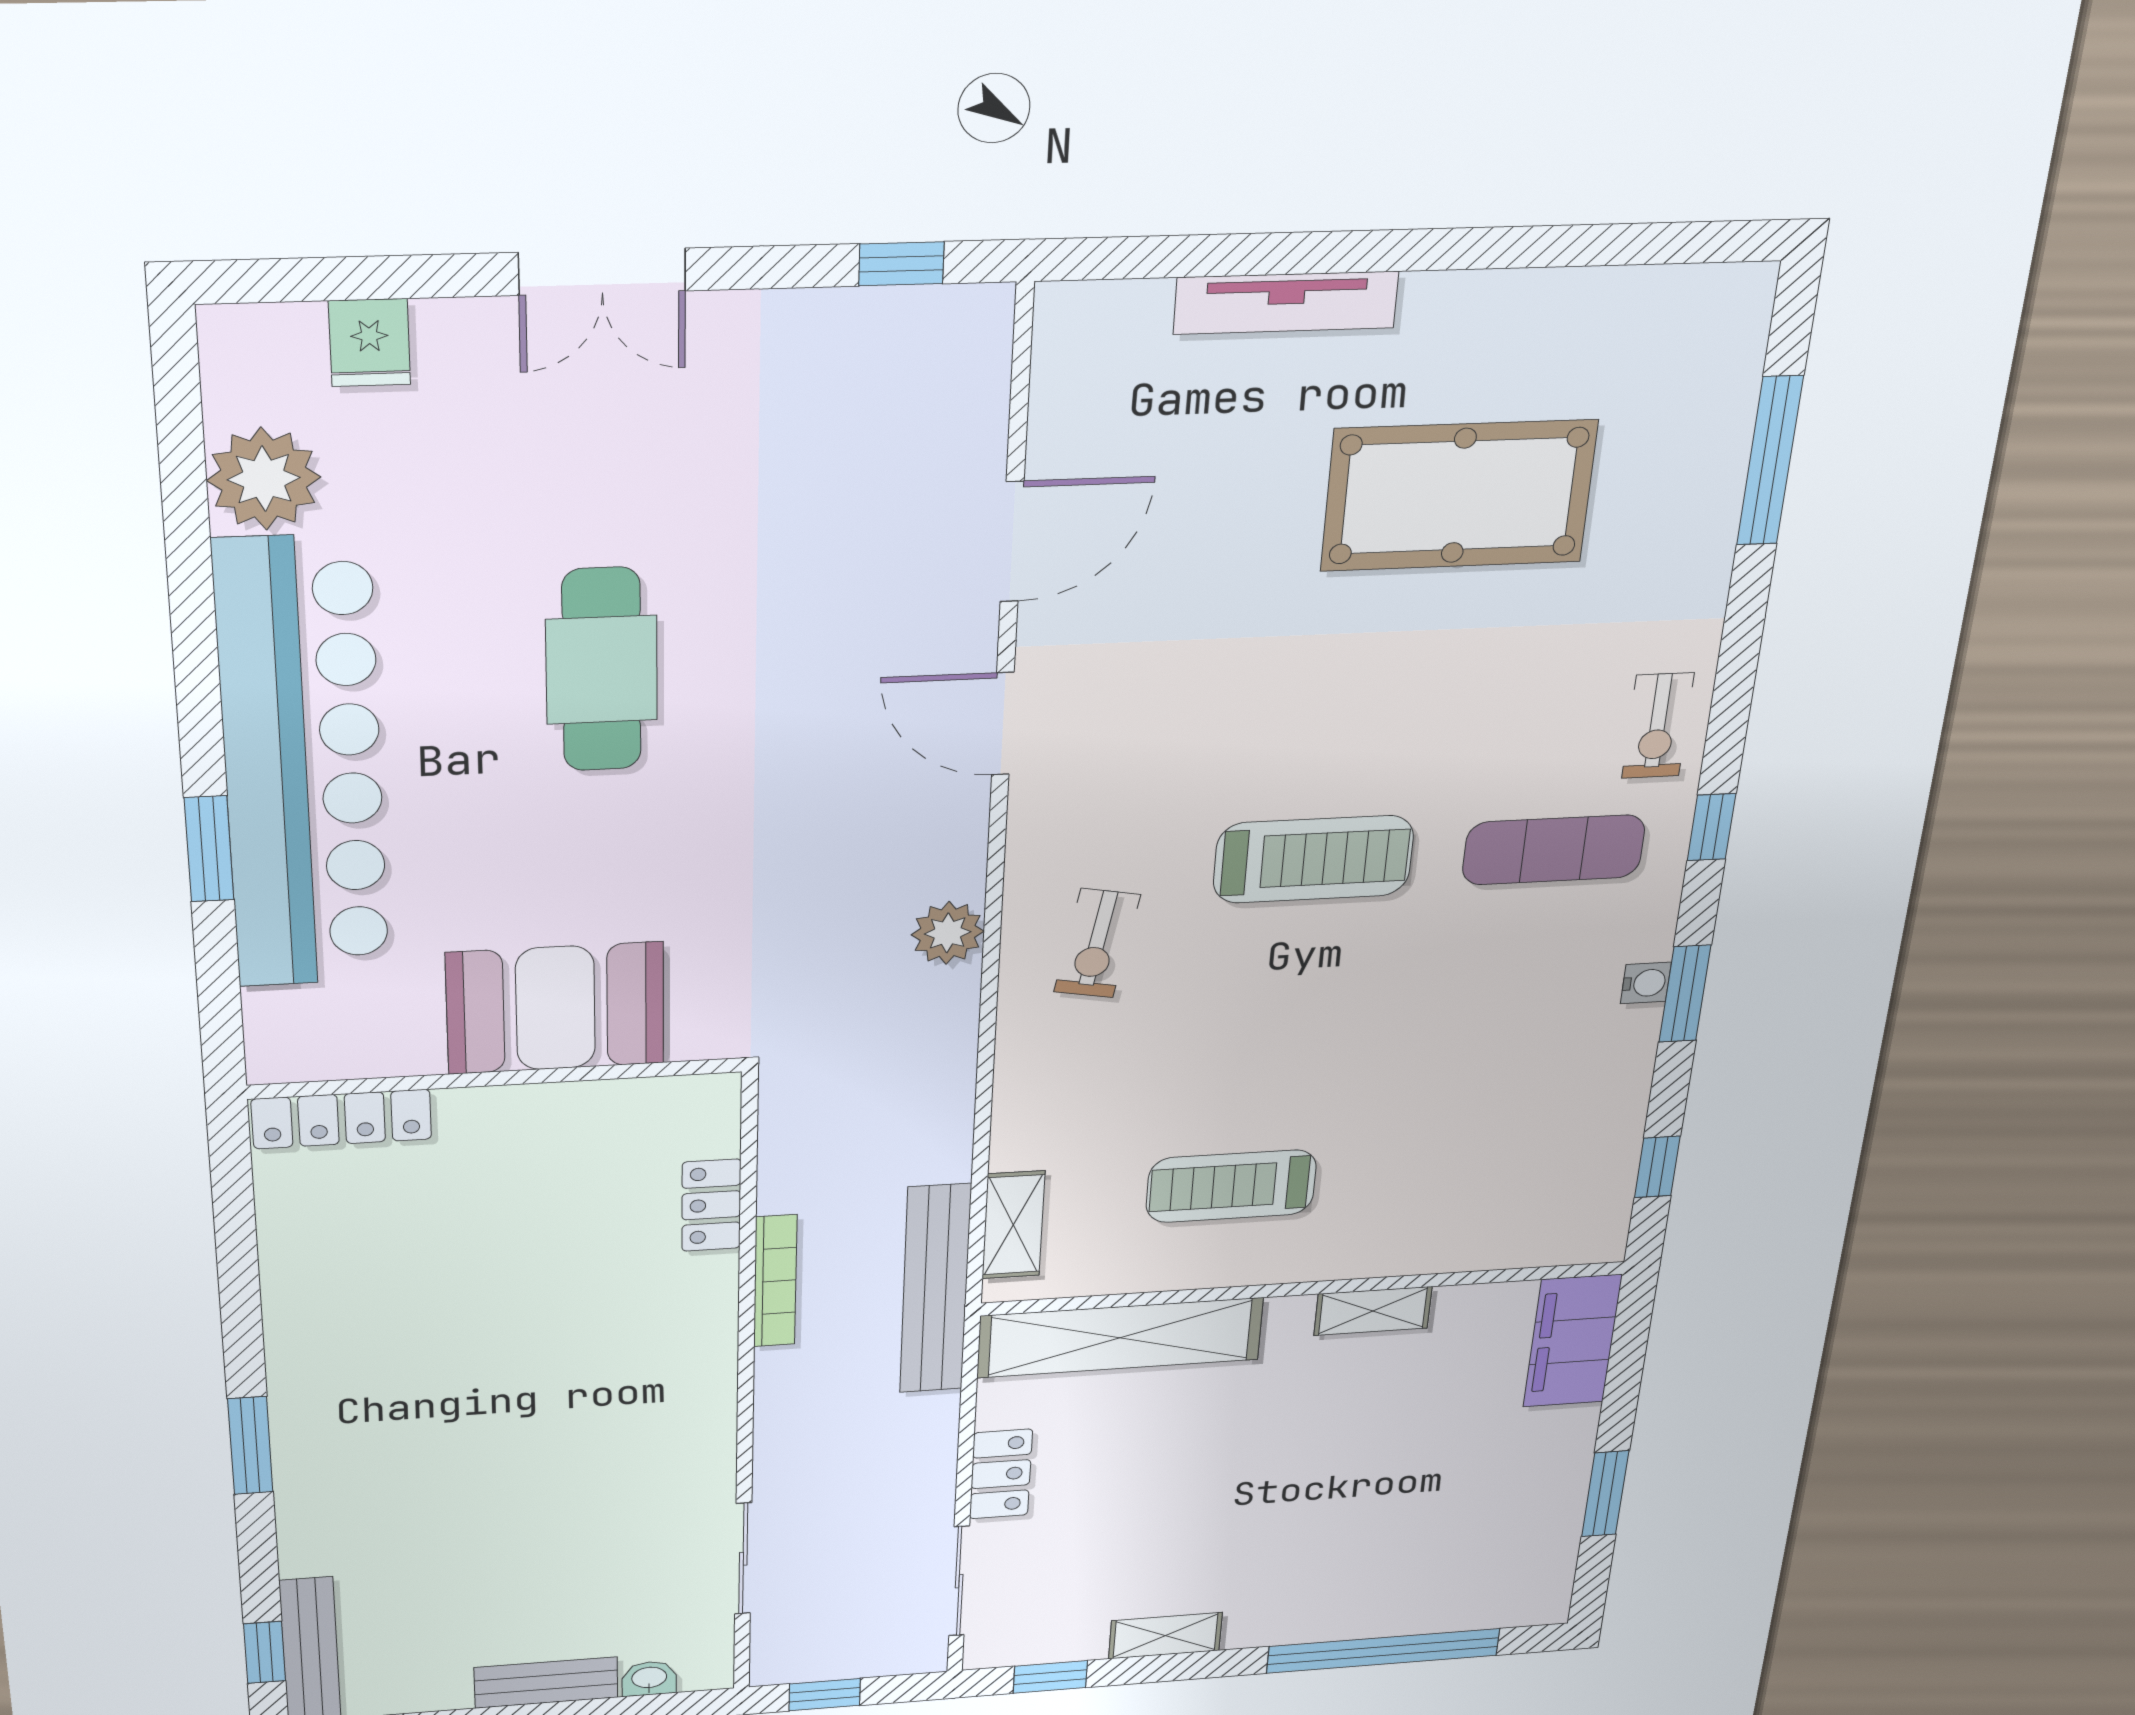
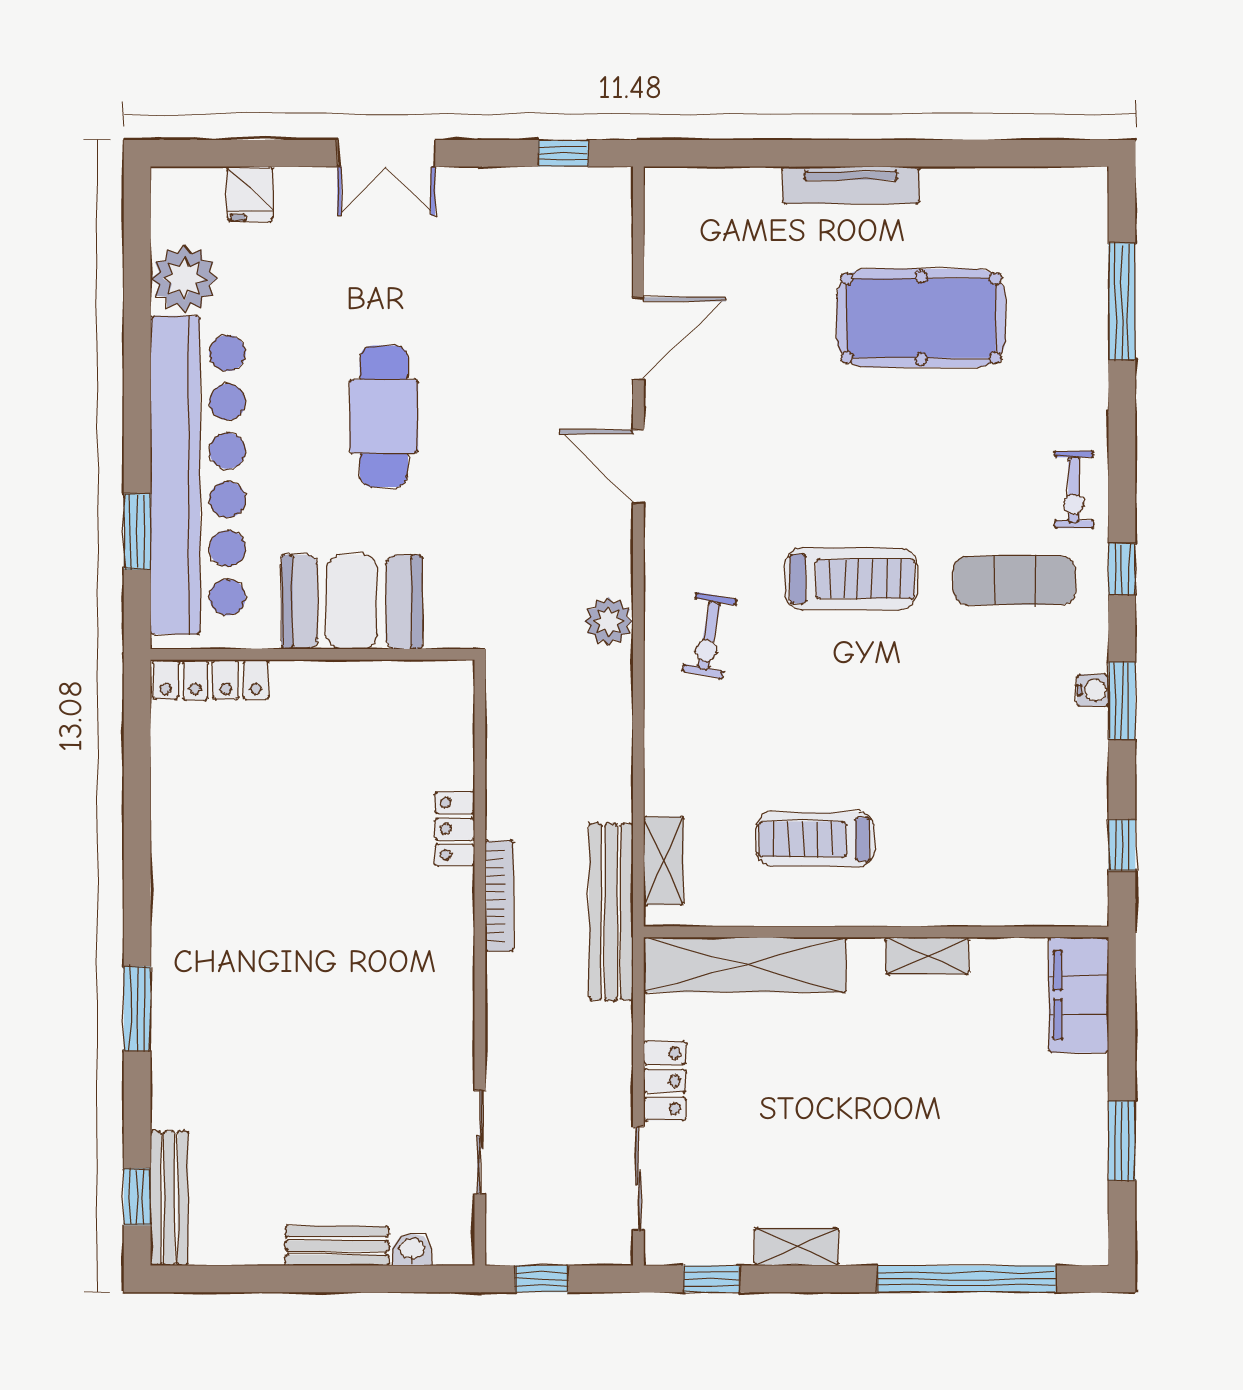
tv unit: (1286, 303) -> (851, 185), moved
booth: (555, 1008) -> (352, 602), moved
wall: (497, 1078) -> (312, 654), moved
locker: (342, 1119) -> (211, 680), moved

